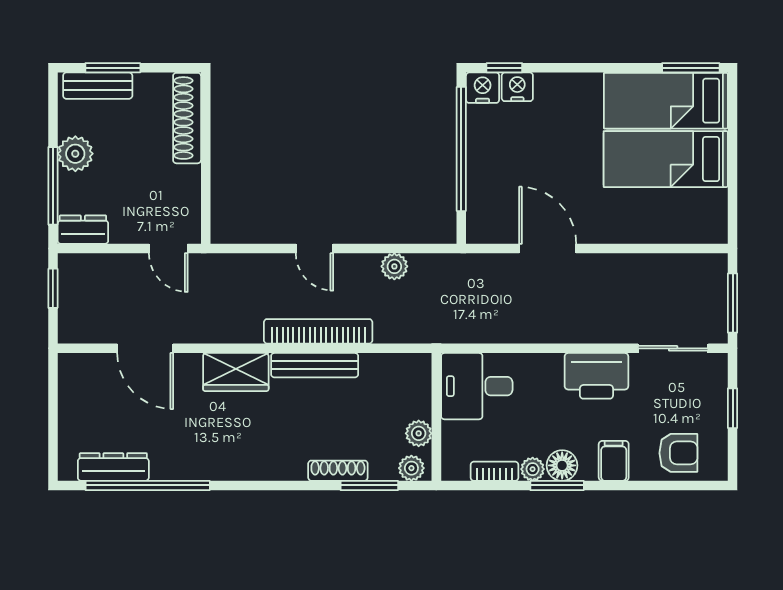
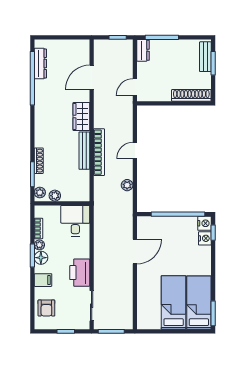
plant: (75, 154) -> (176, 47), removed

